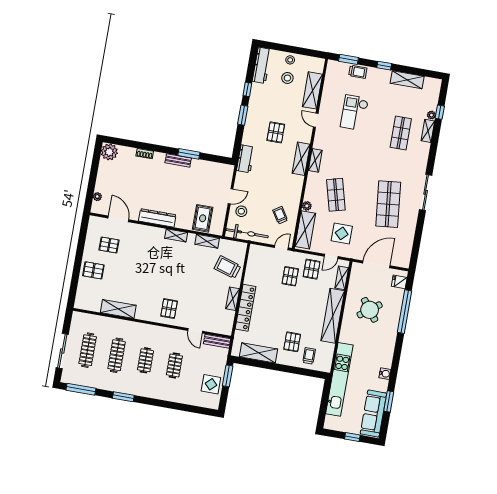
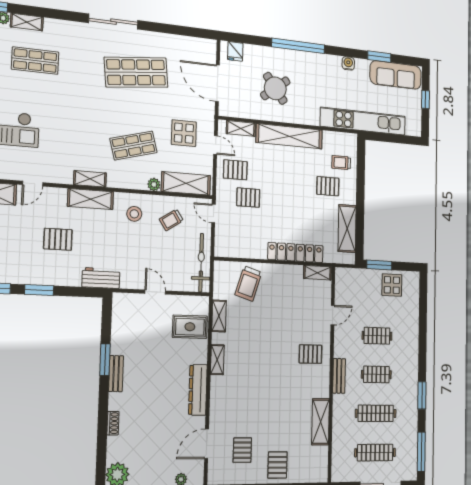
stool: (241, 211) -> (134, 214), moved
shelving: (233, 299) -> (317, 273), moved
window: (405, 312) -> (298, 46), moved
bench: (217, 341) -> (339, 376), moved

